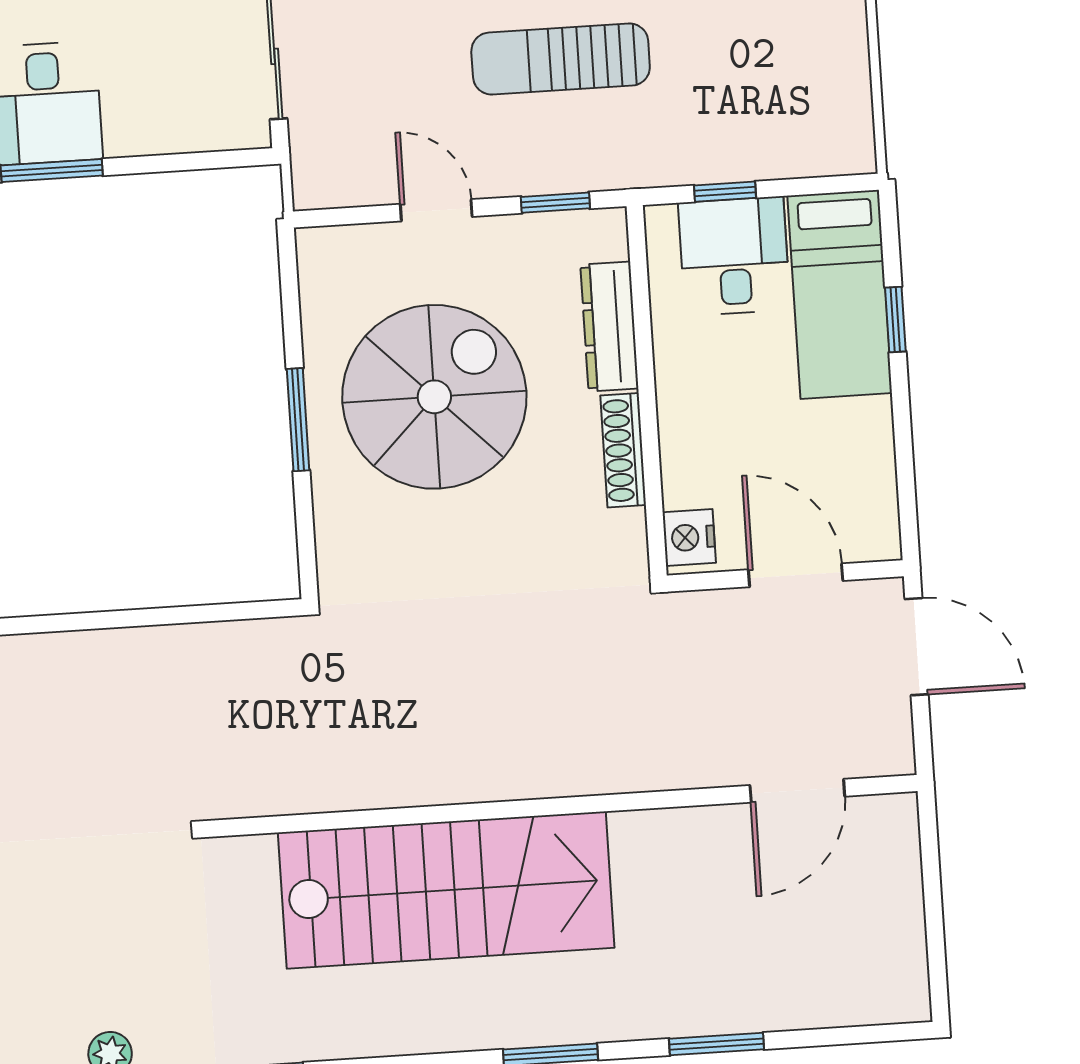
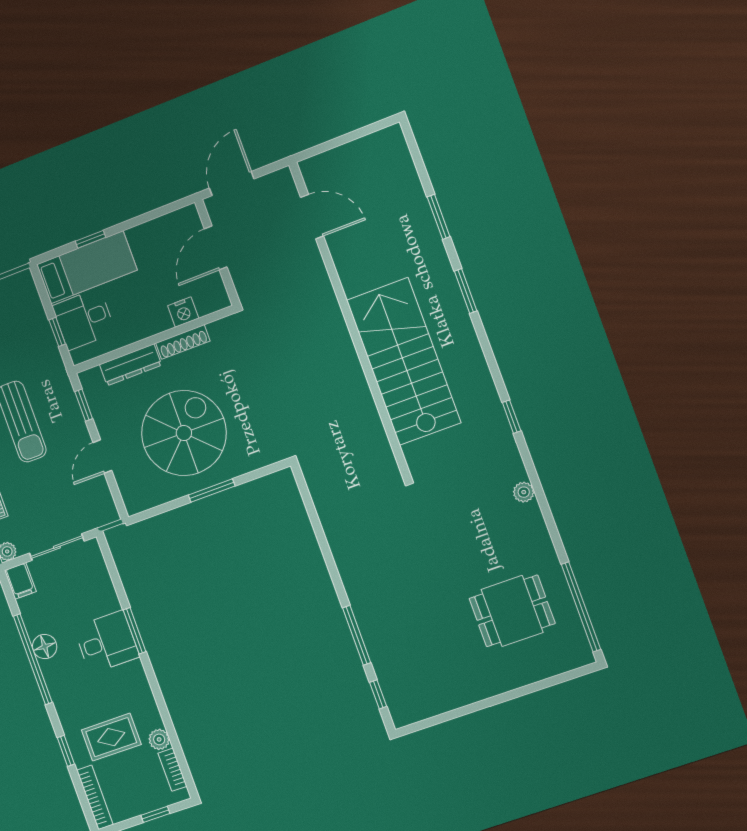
spiral stairs: (434, 397) -> (184, 433), turned 90
nightstand: (689, 538) -> (183, 312), moved

